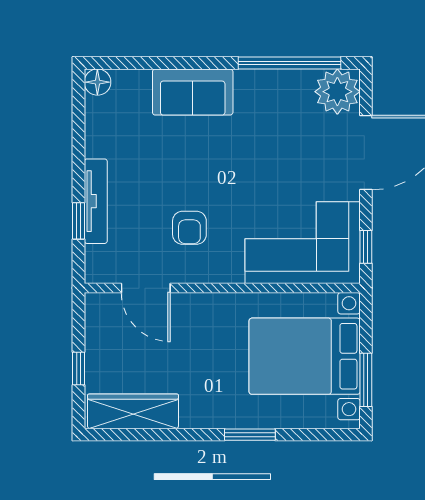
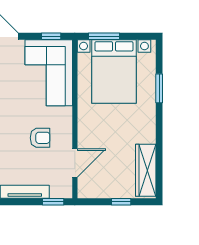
window: (78, 221) -> (53, 202), moved
window: (366, 380) -> (104, 36), moved
window: (250, 435) -> (159, 88), moved

